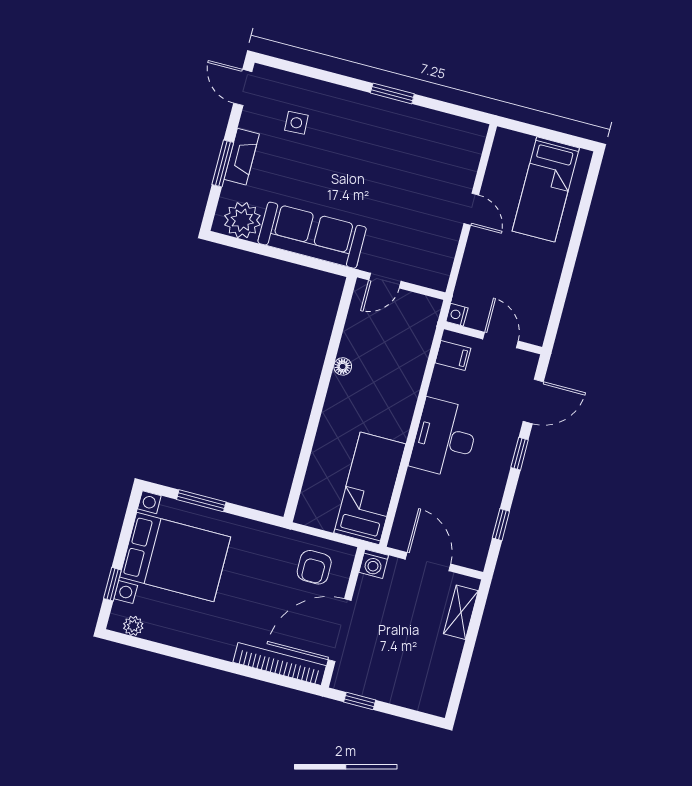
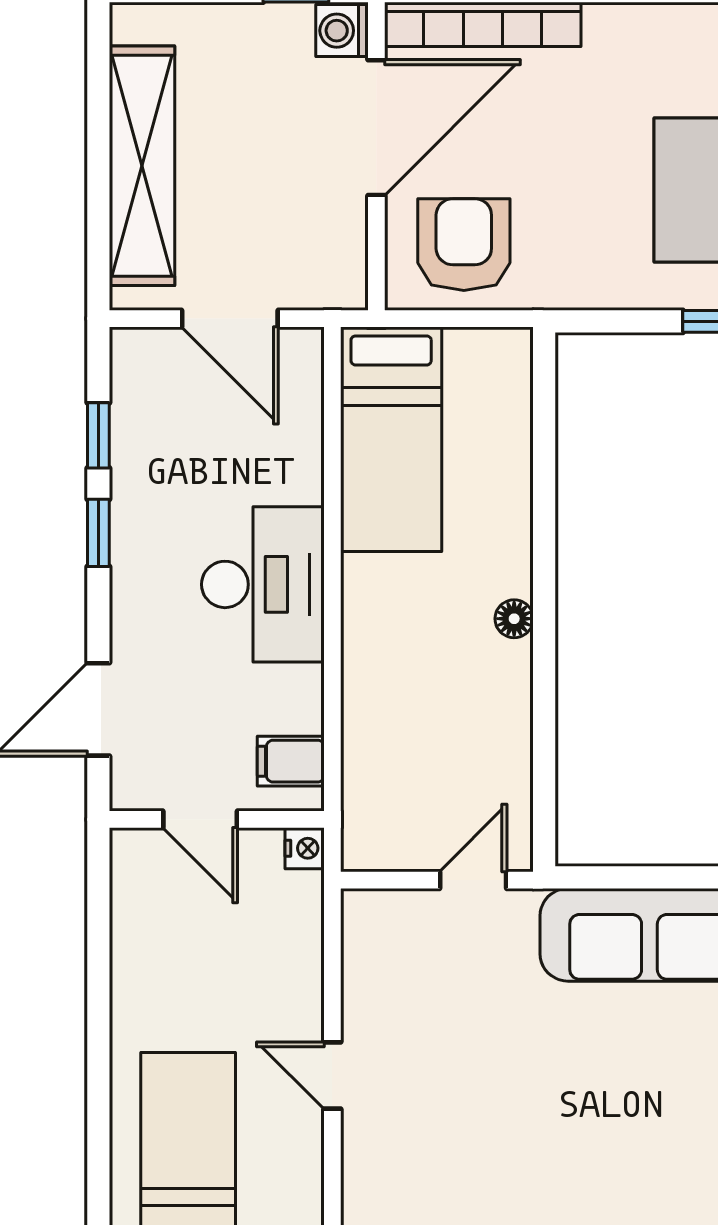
floor lamp: (343, 366) -> (514, 619), moved
window: (520, 454) -> (98, 533), moved
washing machine: (374, 564) -> (342, 31), moved, turned -90
armchair: (314, 567) -> (464, 245), width x1.38, depth x1.38
shelving: (461, 612) -> (142, 166), width x2.20, depth x1.33

